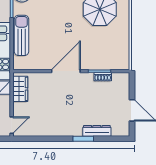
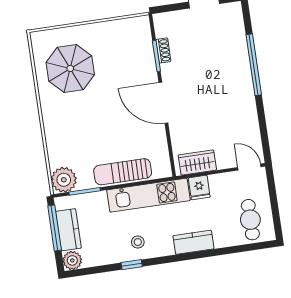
dresser: (97, 131) -> (240, 47), removed
window: (83, 139) -> (254, 65), width x2.11

